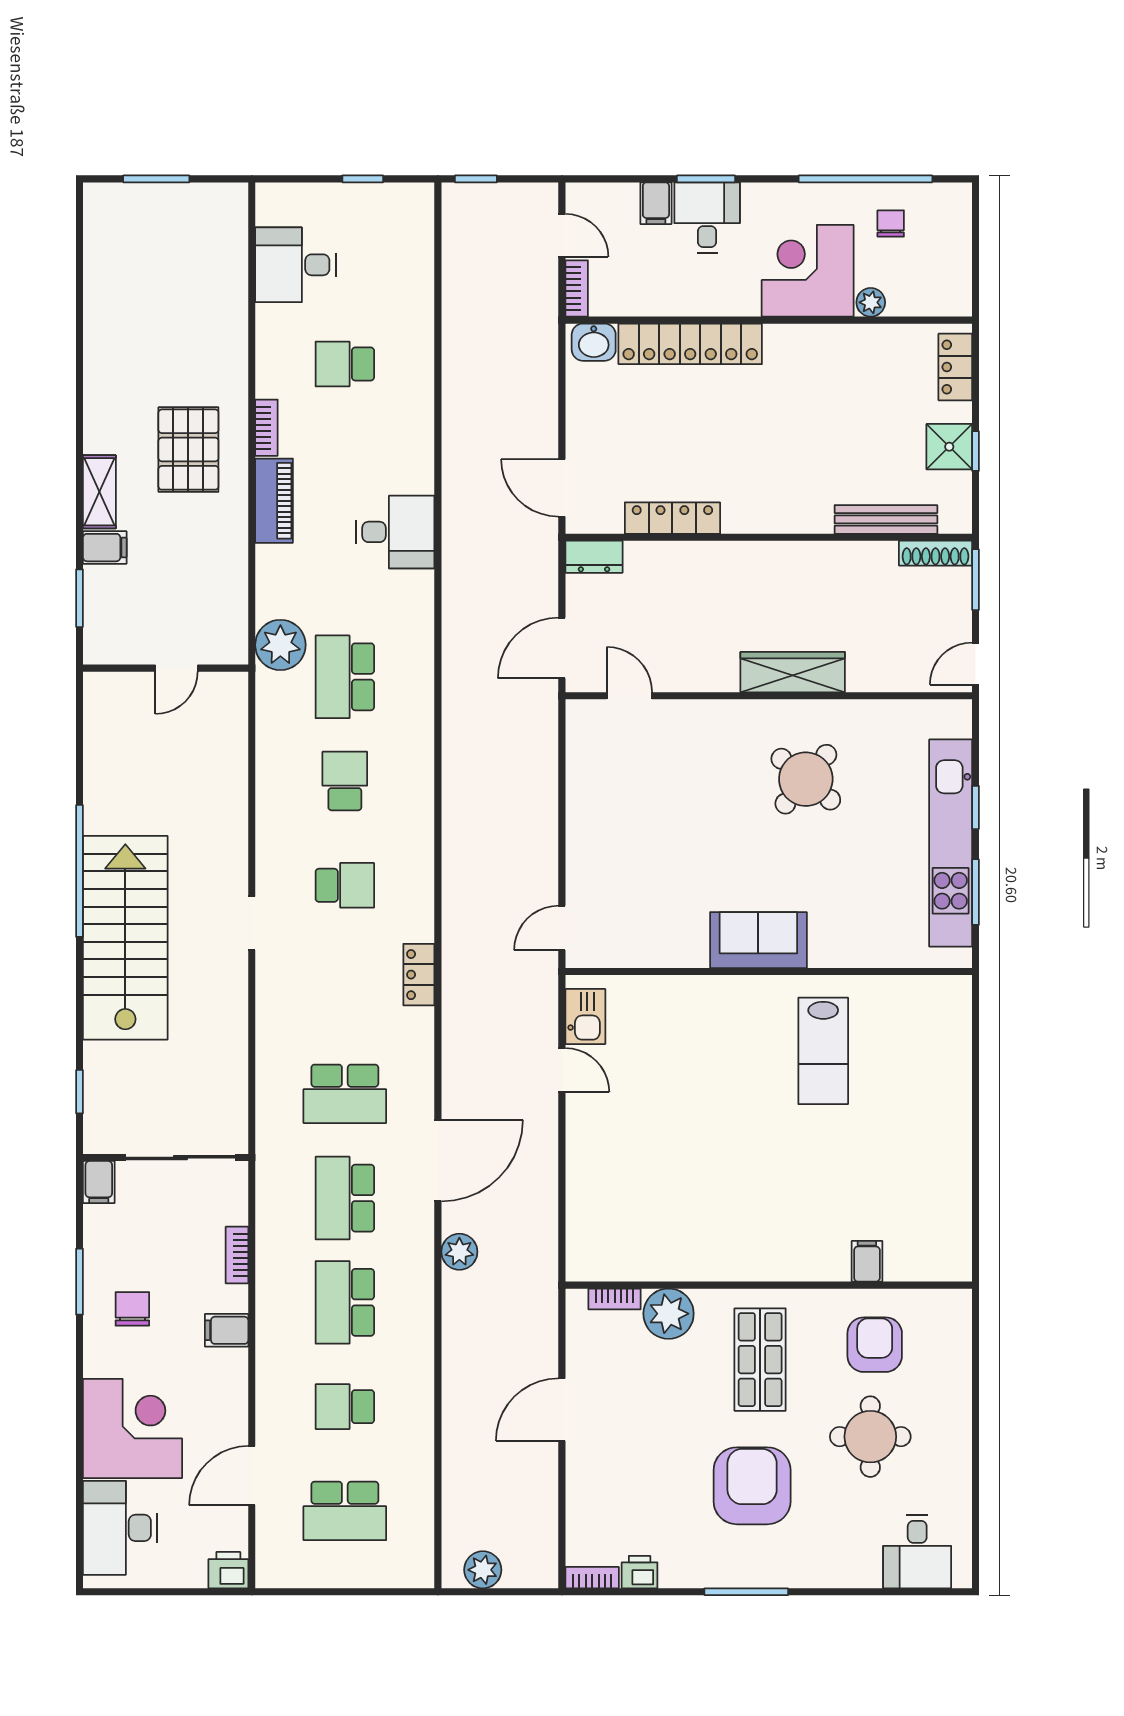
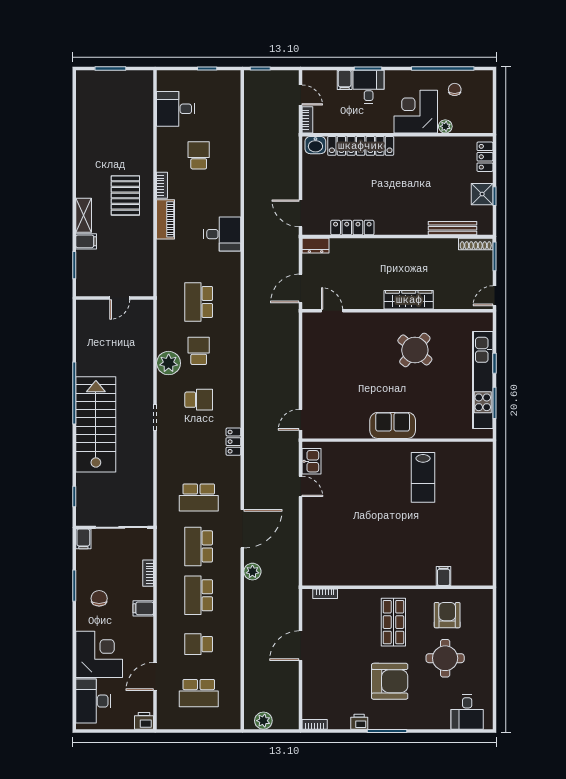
school desk: (345, 364) -> (199, 155), turned 90
plant: (280, 645) -> (169, 363), moved
plant: (669, 1314) -> (351, 601), removed
armchair: (752, 1486) -> (390, 681), turned 90
printer: (640, 1572) -> (359, 722), moved

